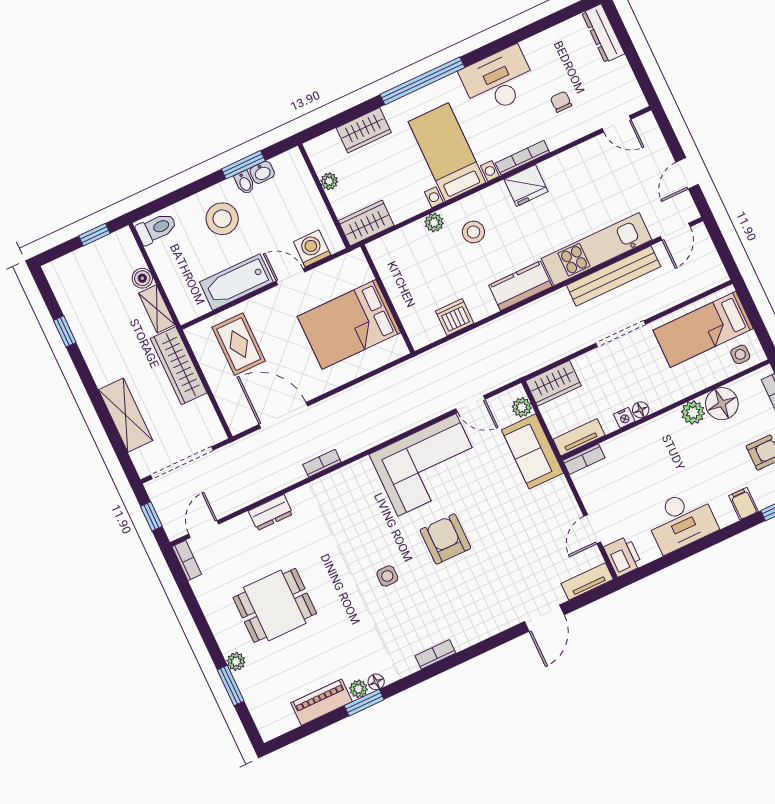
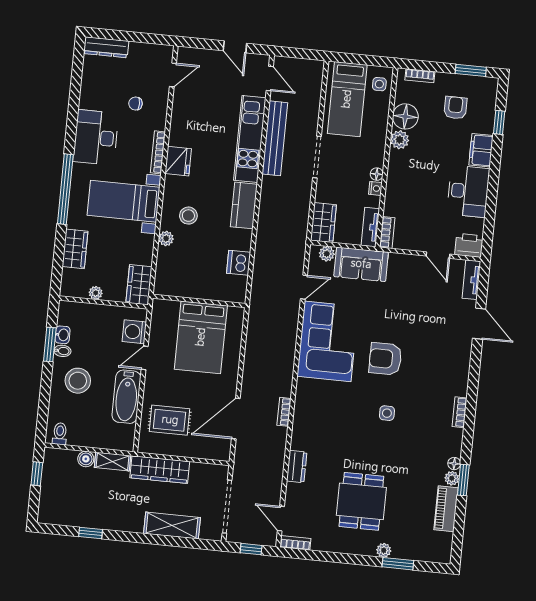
toilet: (156, 228) -> (60, 434), width x0.73, depth x0.72
filing cabinet: (743, 504) -> (481, 150), width x2.00

